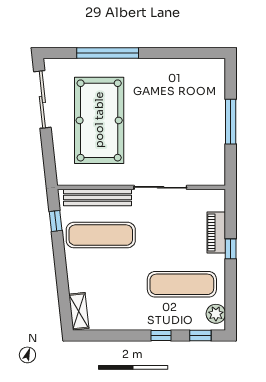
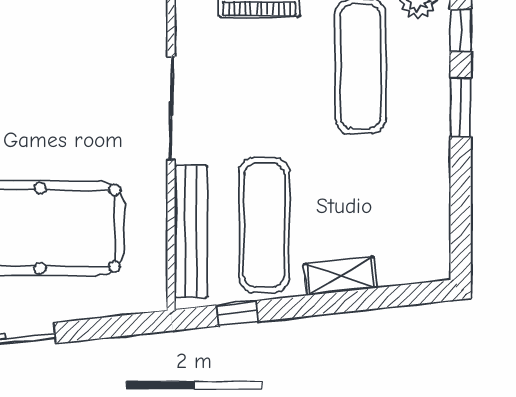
shelving: (79, 311) -> (340, 276), moved
window: (161, 335) -> (461, 107), width x1.50

